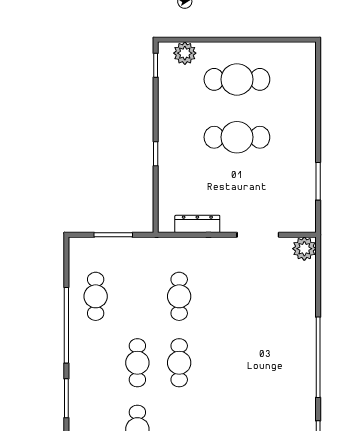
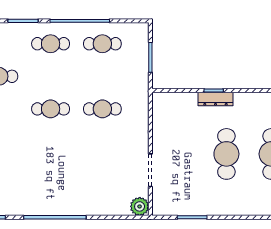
dresser: (197, 224) -> (215, 99), moved, turned 90
cafe table: (137, 363) -> (51, 44), moved

